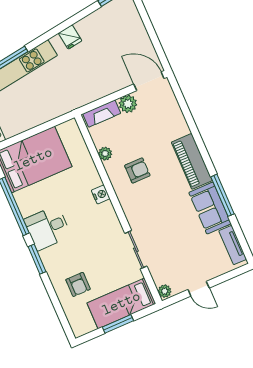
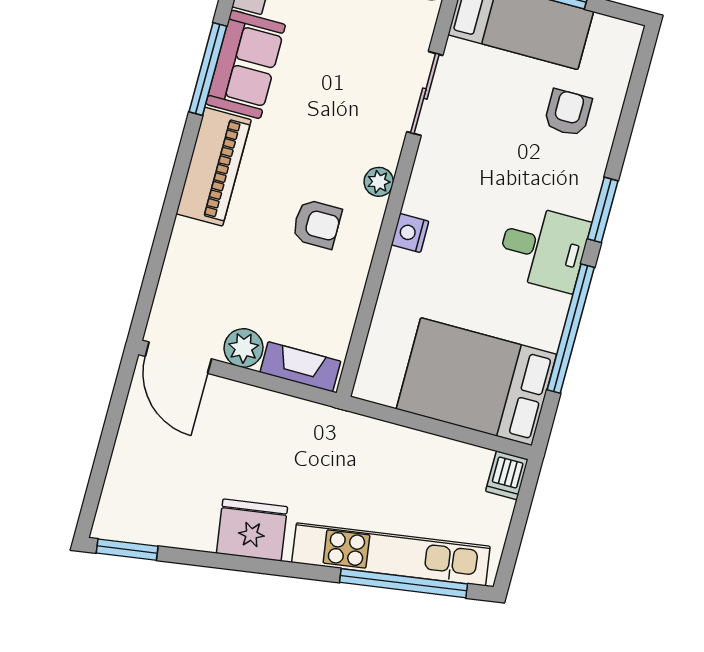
fridge: (70, 37) -> (252, 530), width x1.88, depth x1.34
plant: (105, 154) -> (379, 182), moved
armchair: (137, 170) -> (317, 224), turned 180

